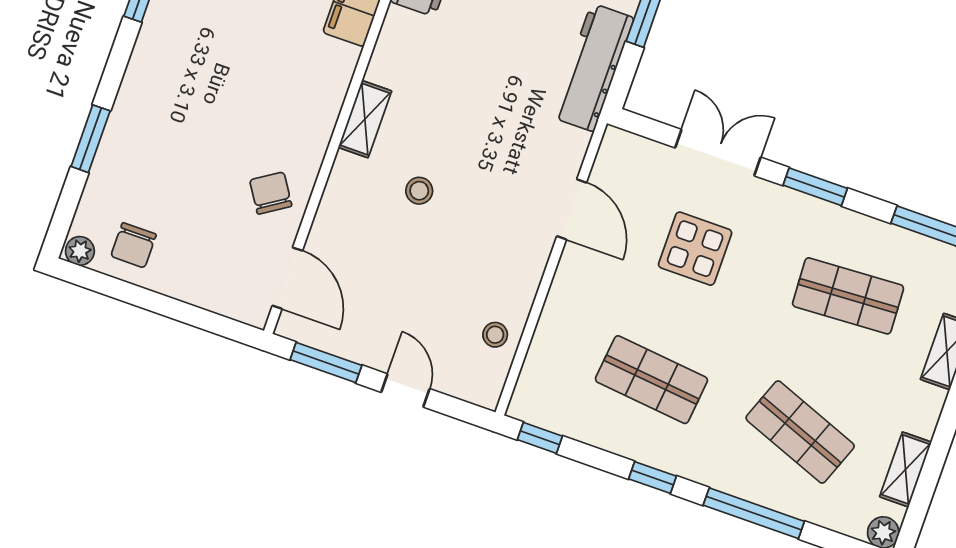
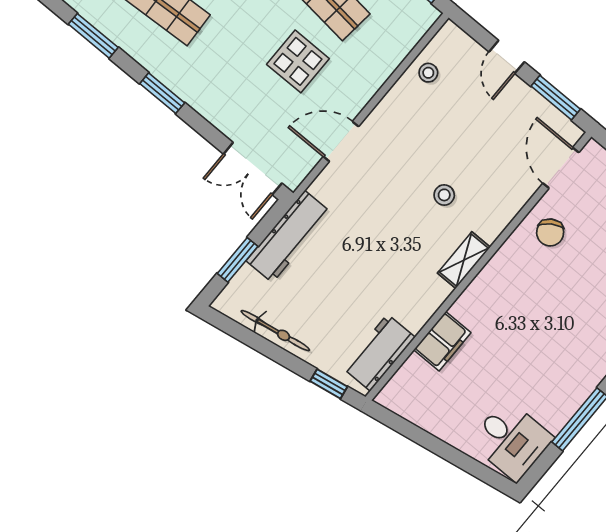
double door: (718, 153) -> (253, 169), moved
door: (572, 209) -> (341, 141), hinge flipped
display table: (695, 249) -> (298, 61), moved

